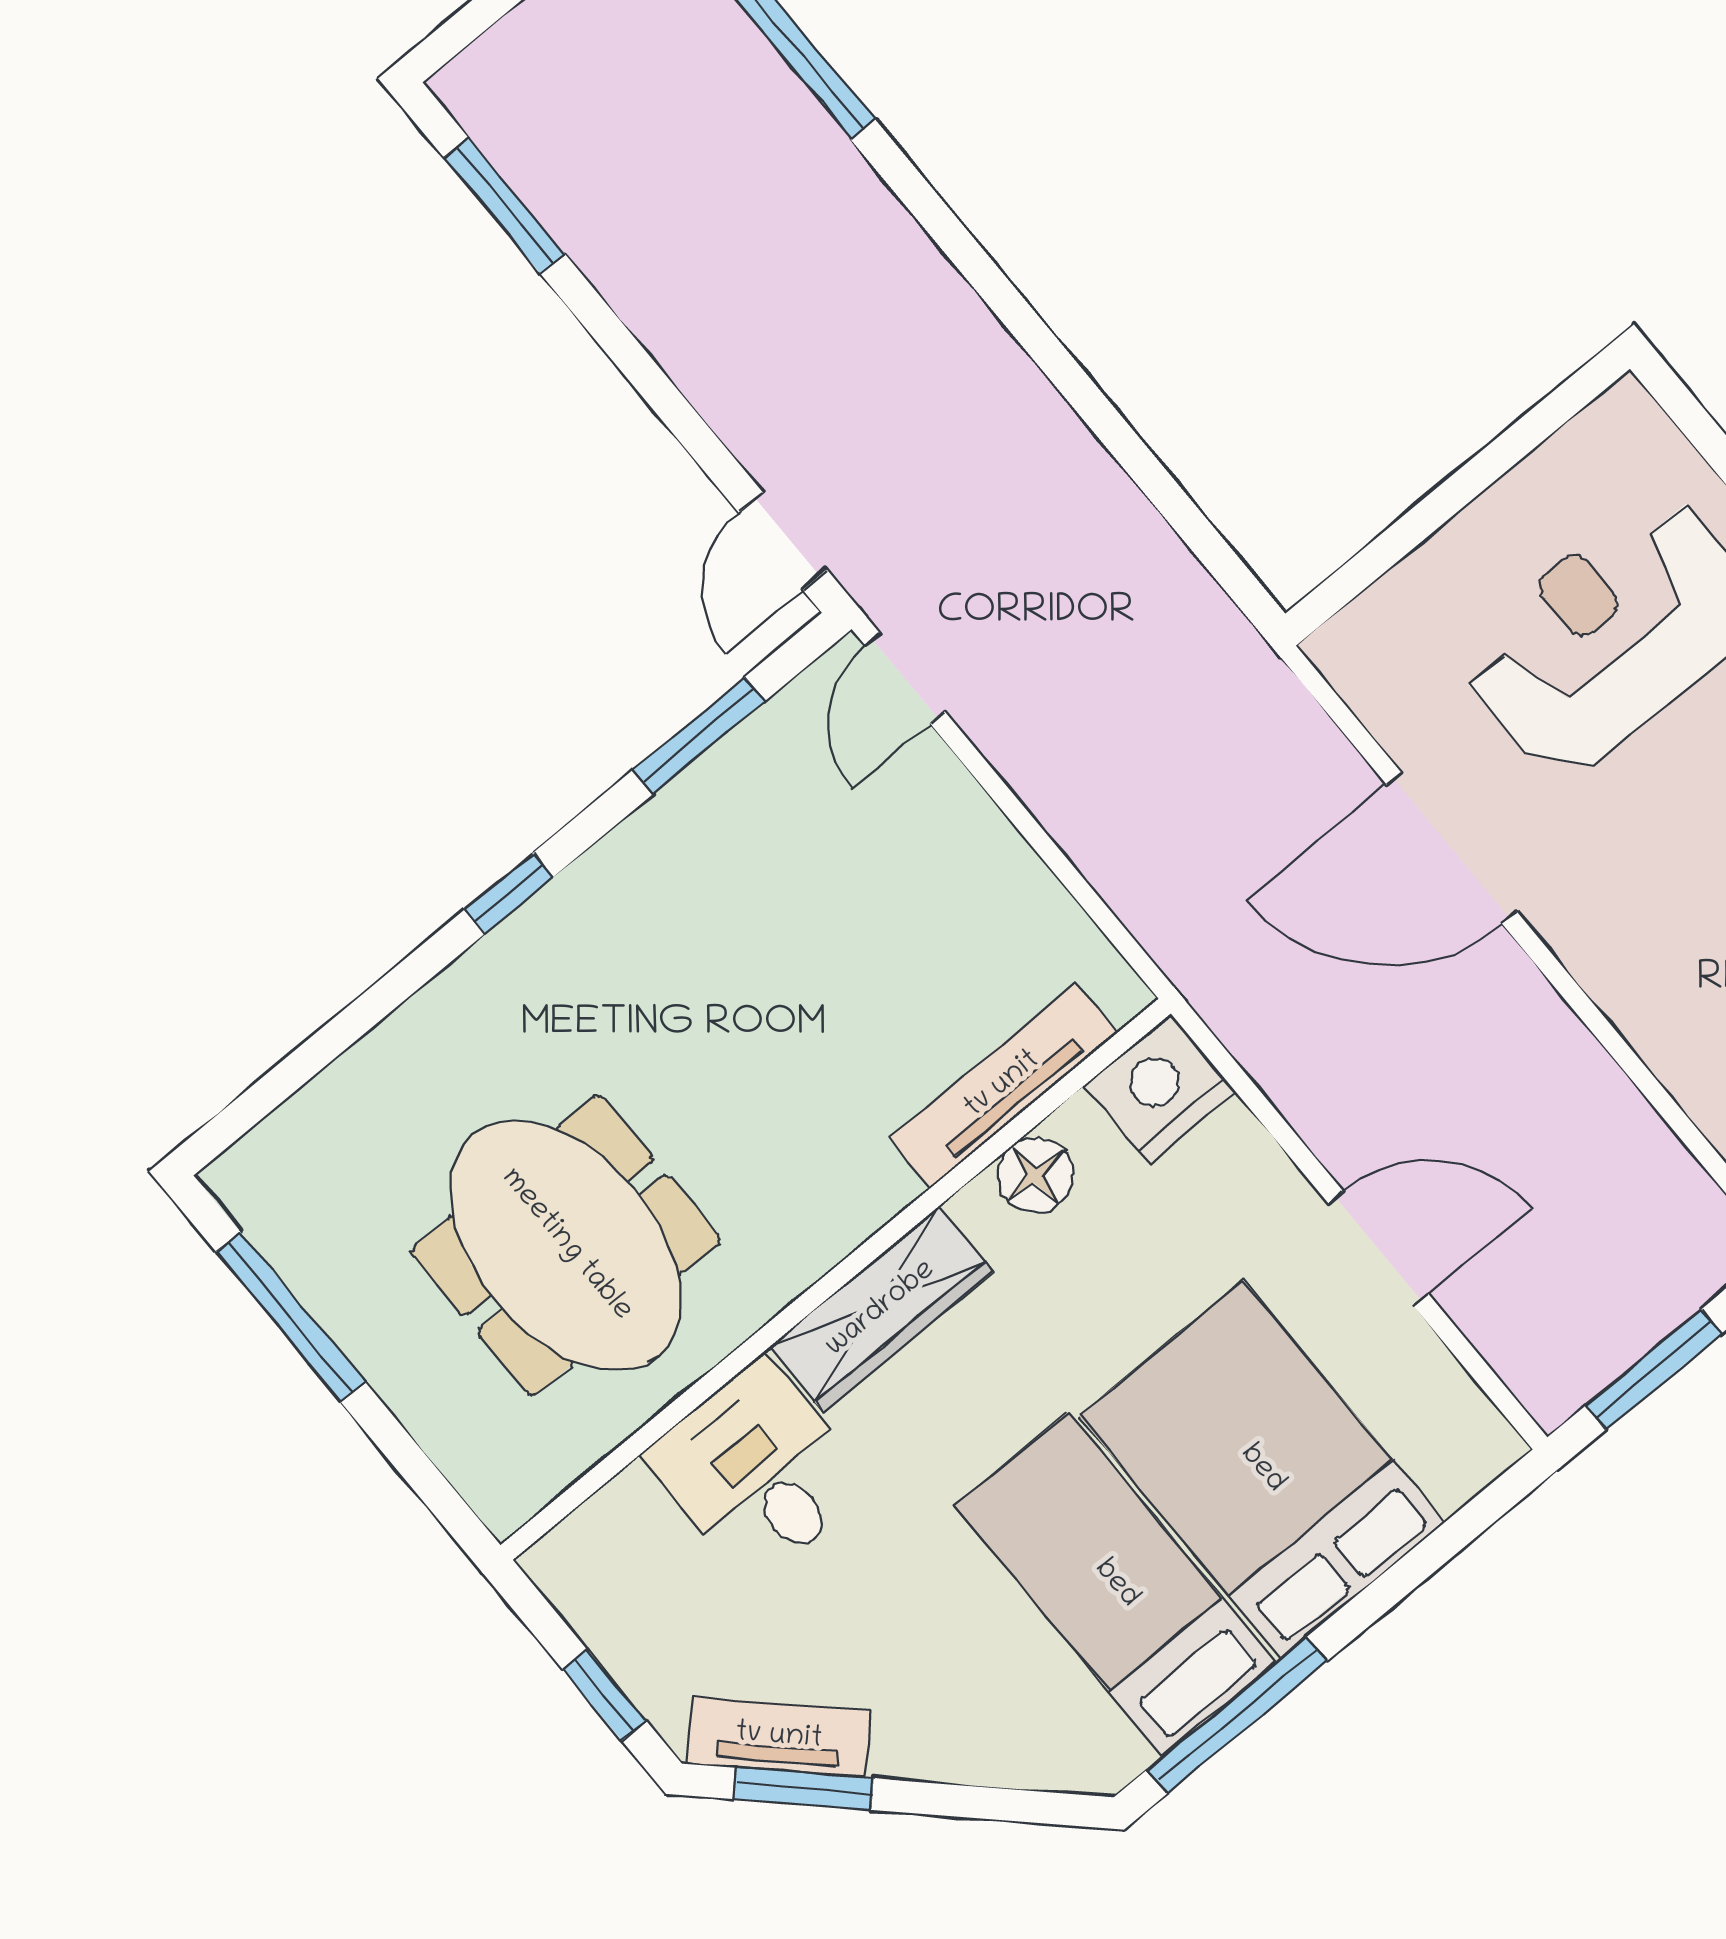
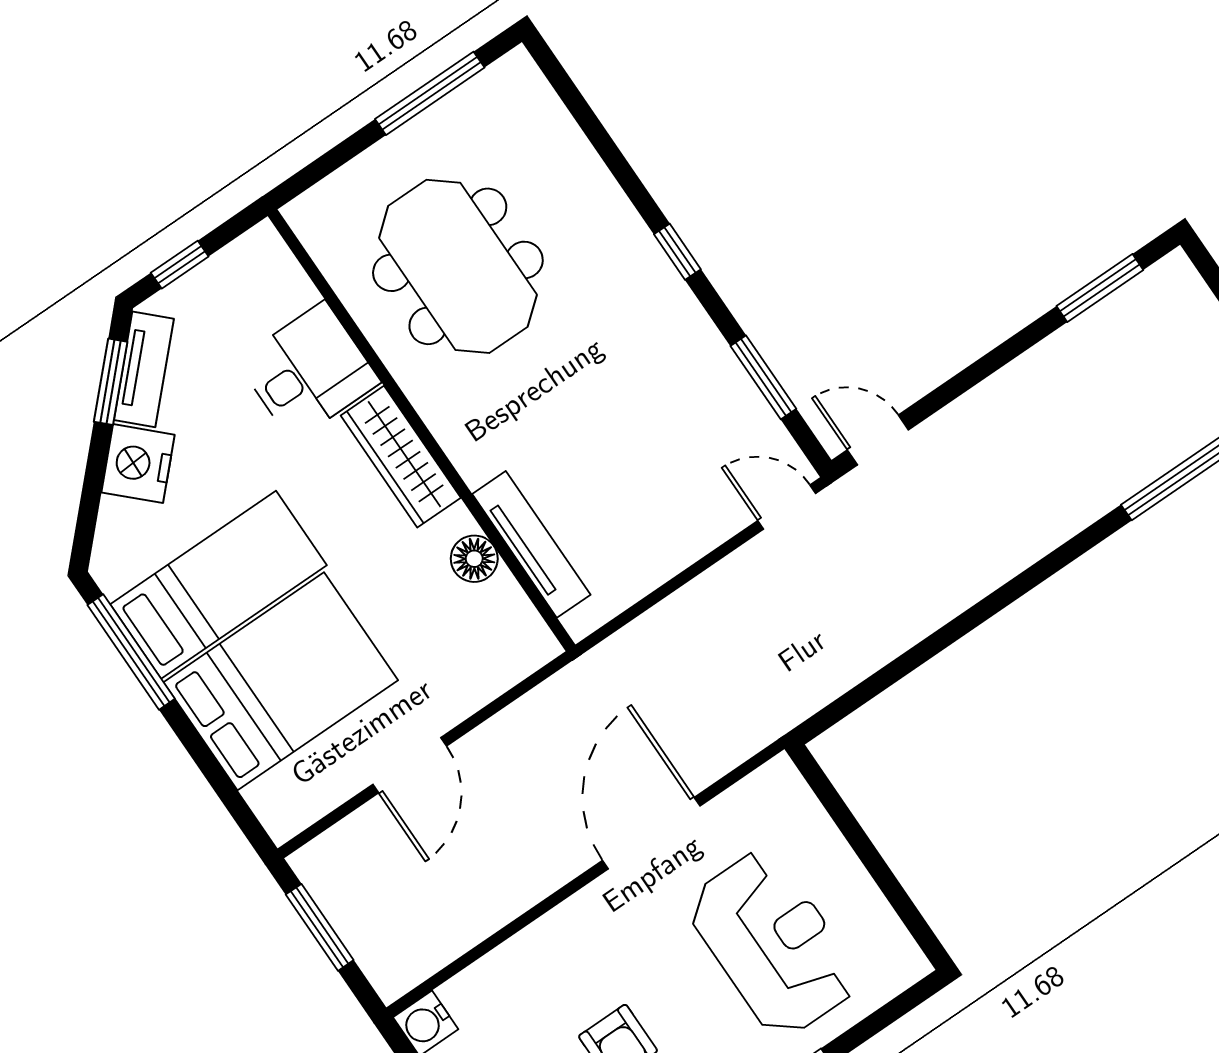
nightstand: (1160, 1088) -> (138, 464), moved, turned -136
meeting table: (566, 1245) -> (458, 266), turned 90

